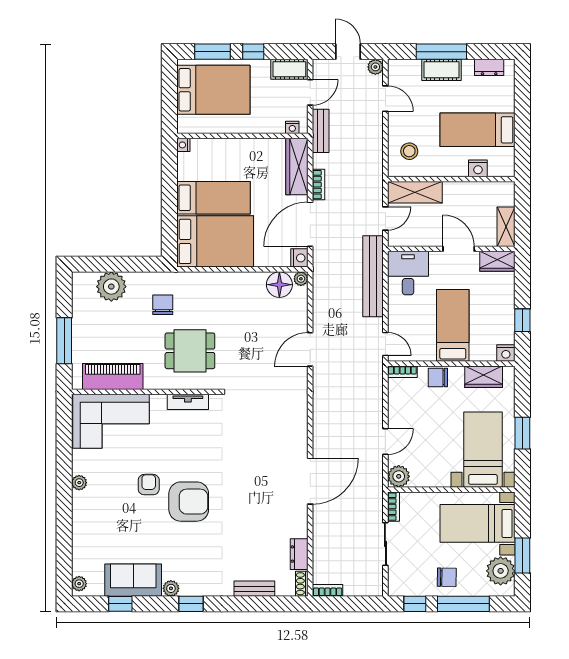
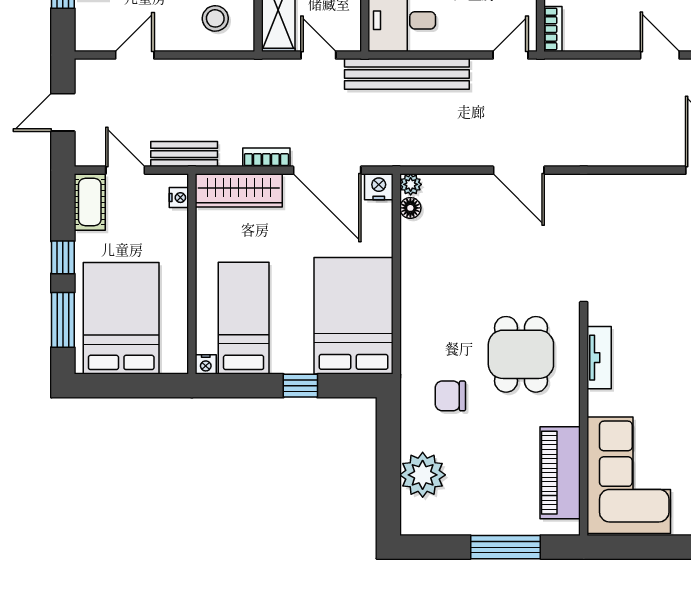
plant: (375, 67) -> (86, 70), removed
bed: (214, 198) -> (244, 318), moved
window: (169, 207) -> (300, 386), added
floor lamp: (279, 285) -> (410, 208), width x0.53, depth x0.53

